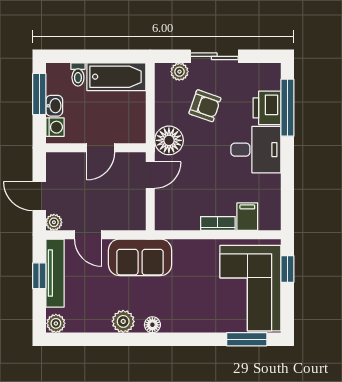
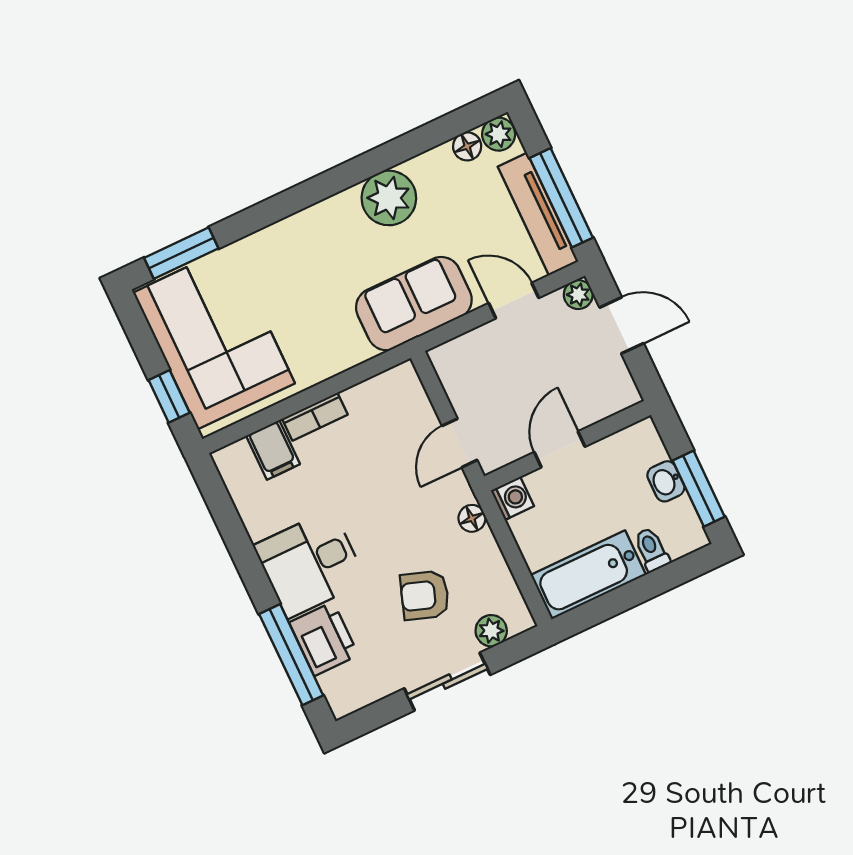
washing machine: (55, 127) -> (512, 498), moved, turned 180
floor lamp: (169, 140) -> (472, 518), width x0.53, depth x0.53
window: (39, 276) -> (561, 198), width x2.17
plant: (123, 321) -> (389, 198), width x1.36, depth x1.36
floor lamp: (152, 325) -> (467, 146), moved

